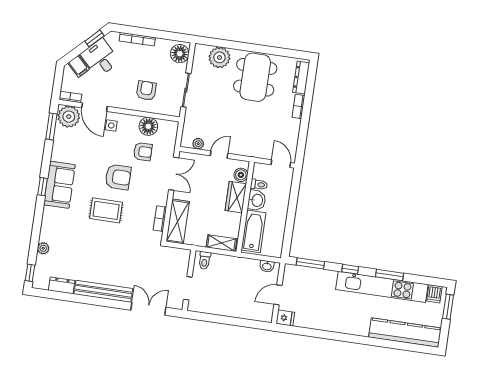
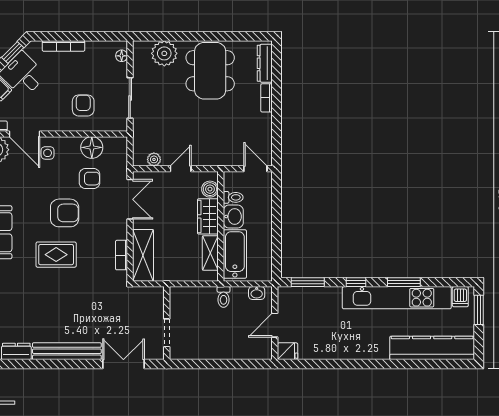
floor lamp: (180, 54) -> (122, 56), width x0.53, depth x0.53
shelving: (221, 243) -> (210, 253), moved, turned 90
toilet: (205, 260) -> (224, 297), moved

